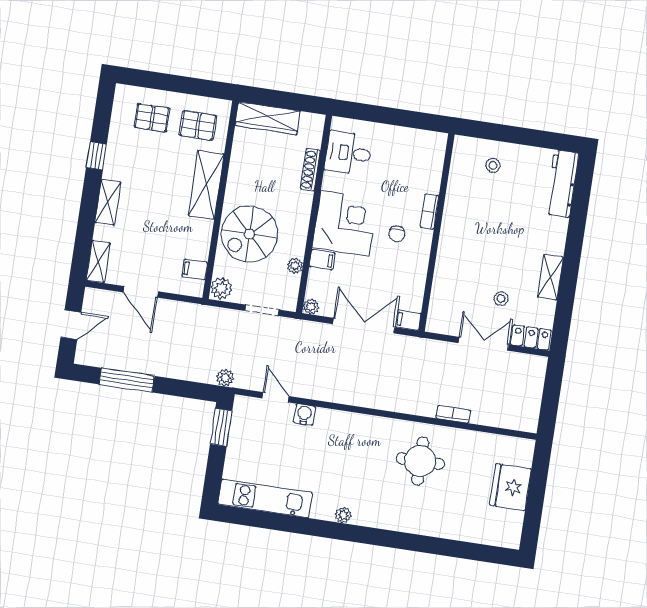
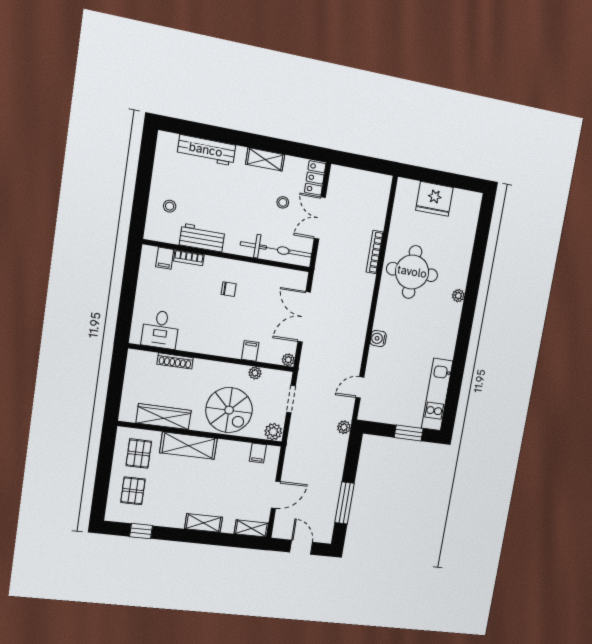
wardrobe: (268, 118) -> (164, 417), moved, turned -90
window: (96, 156) -> (141, 531), moved
workbench: (562, 184) -> (206, 150), moved
workbench: (457, 203) -> (202, 238), added
bookcase: (430, 211) -> (189, 258), moved
corner desk: (345, 223) -> (220, 332), removed
bicycle: (445, 291) -> (276, 249), added
filing cabinet: (408, 320) -> (165, 258), moved
bookcase: (453, 414) -> (375, 252), width x1.56
water cooler: (305, 415) -> (378, 338), moved
window: (221, 427) -> (409, 433), moved
round table: (420, 461) -> (412, 272), width x1.36, depth x1.36
plant: (343, 515) -> (458, 296), moved

